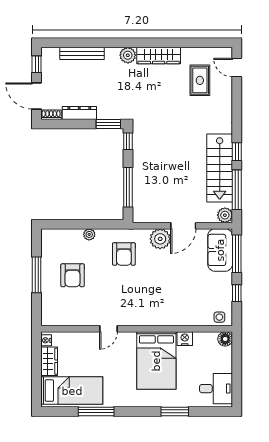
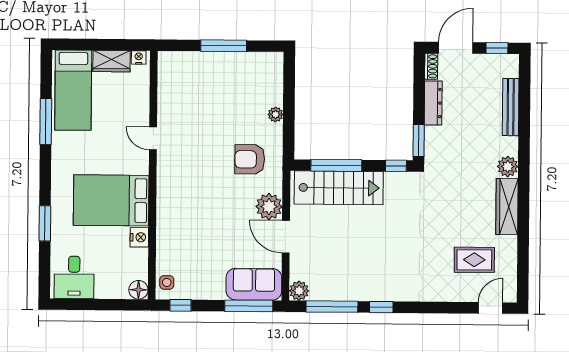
stairs: (220, 168) -> (339, 188), moved, turned 180
armchair: (73, 275) -> (223, 92), removed
window: (237, 293) -> (181, 305), moved

